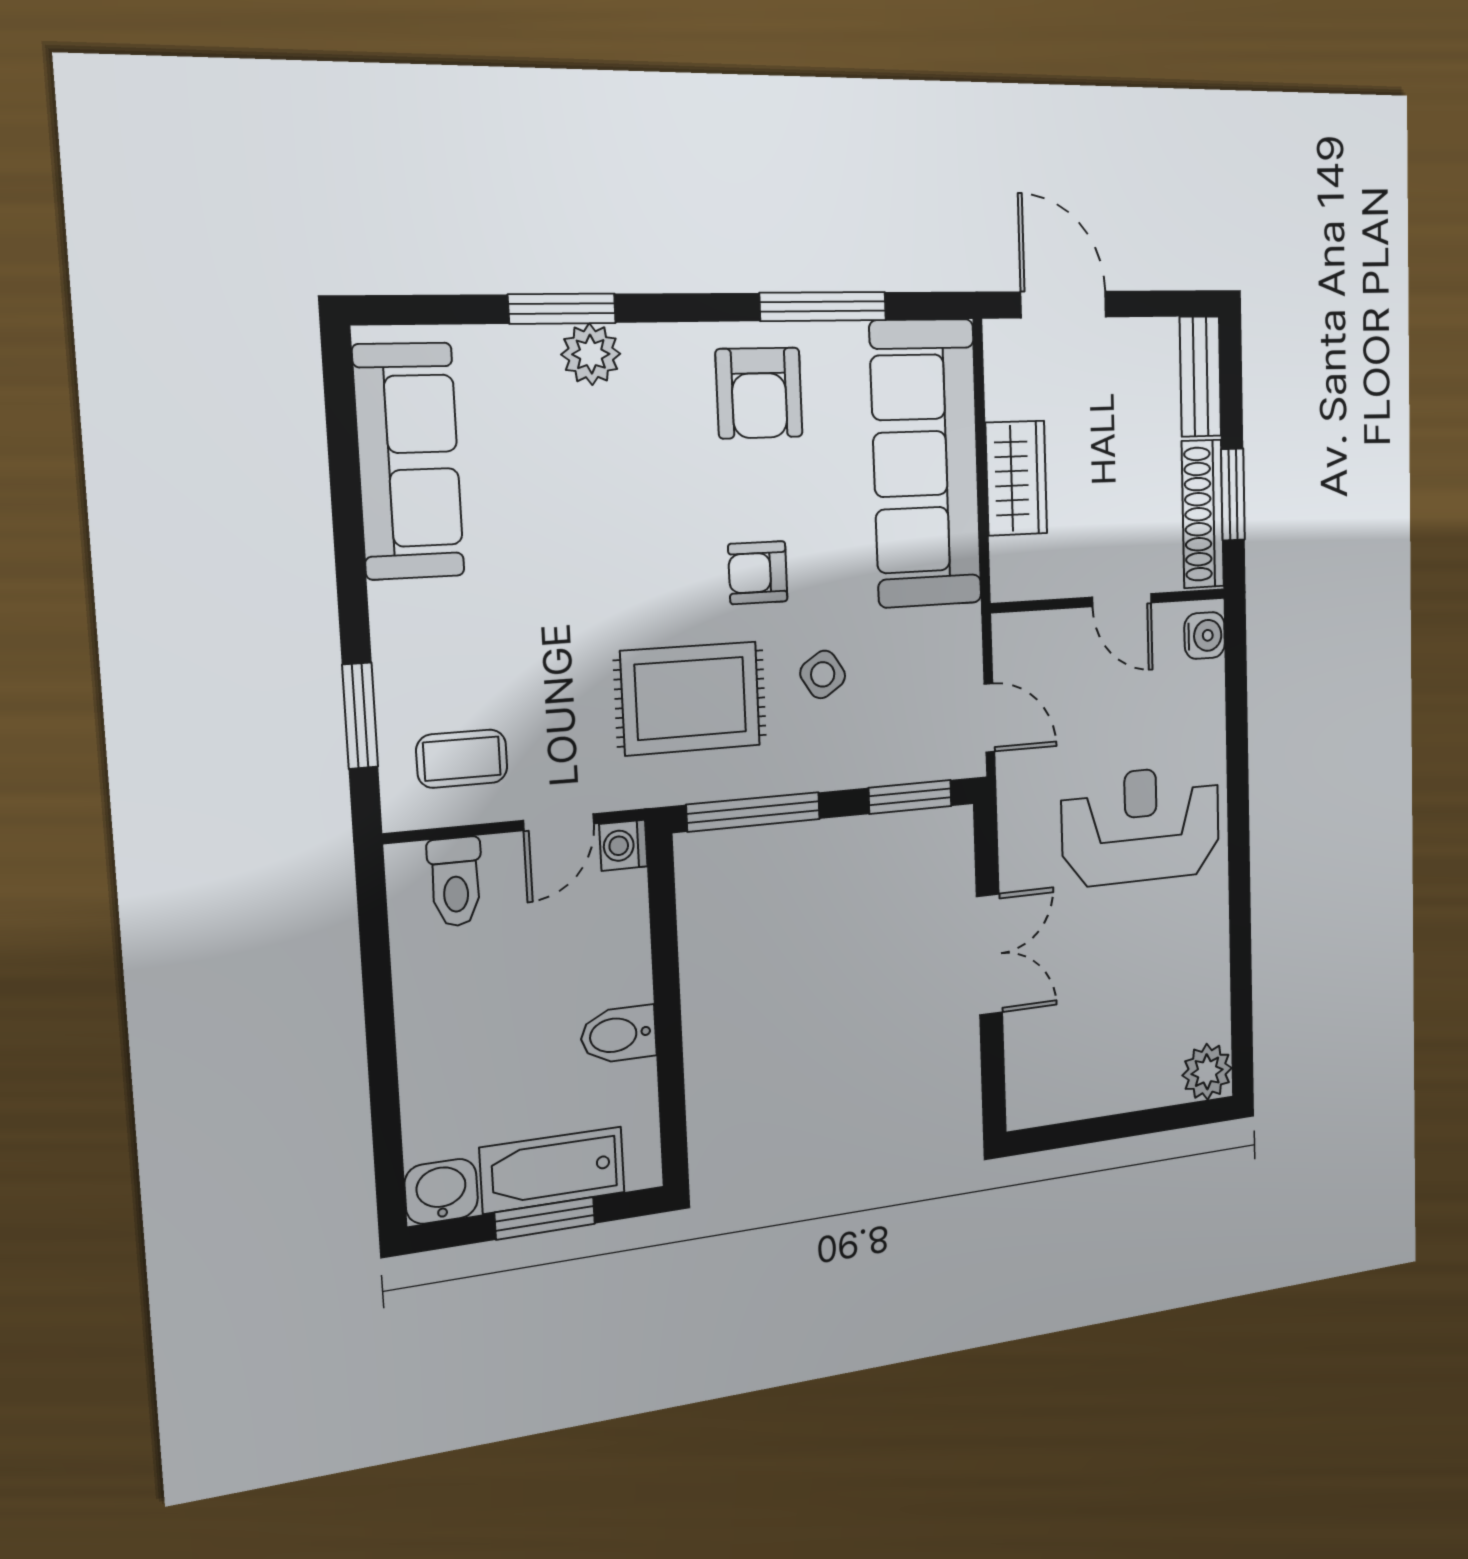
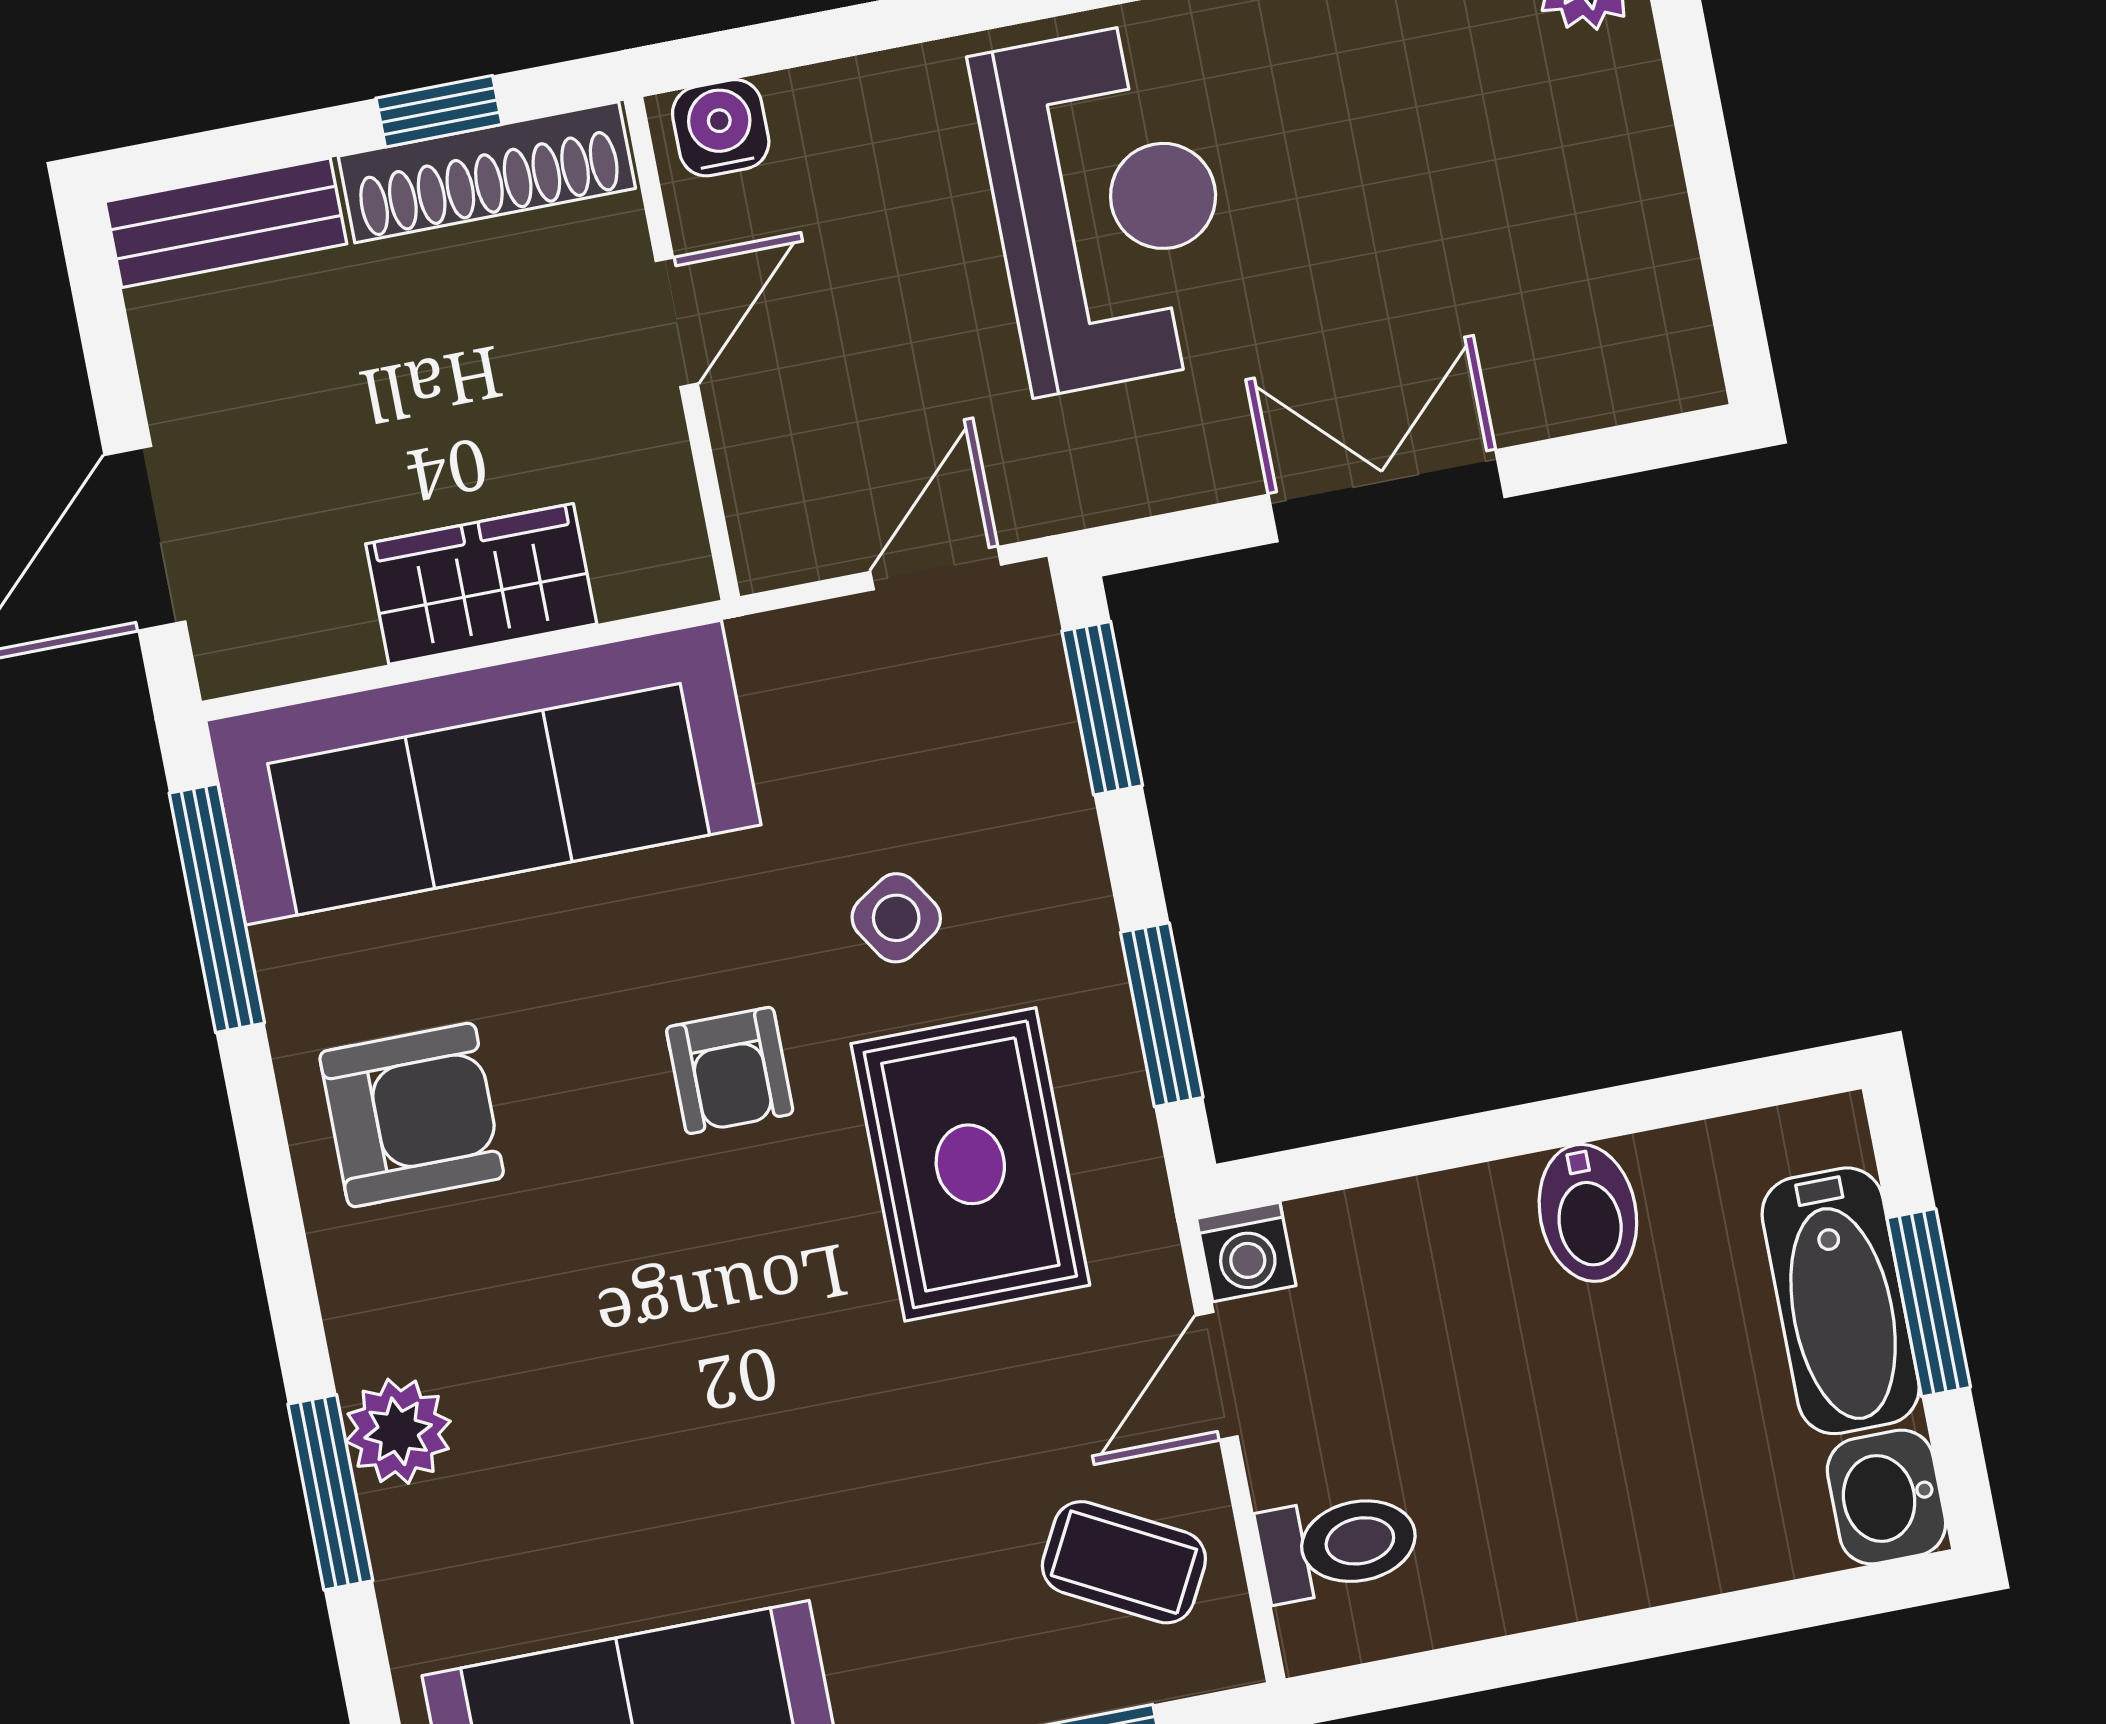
window: (823, 307) -> (217, 908), moved
window: (1233, 495) -> (439, 111), width x0.67
coffee table: (462, 759) -> (1124, 1562), turned -62
window: (754, 812) -> (1162, 1015), width x0.69
door: (559, 822) -> (1217, 1376), swing flipped
reception desk: (1141, 826) -> (1107, 207), turned 180

